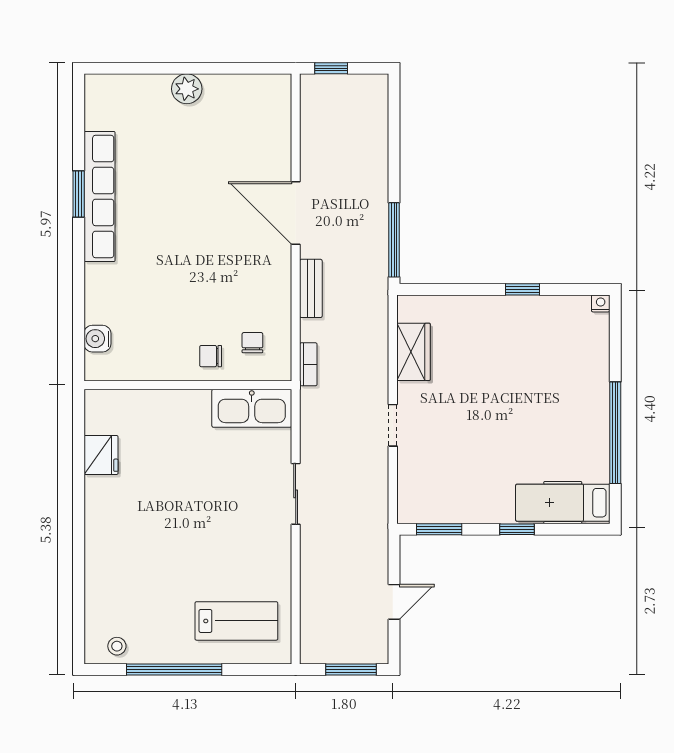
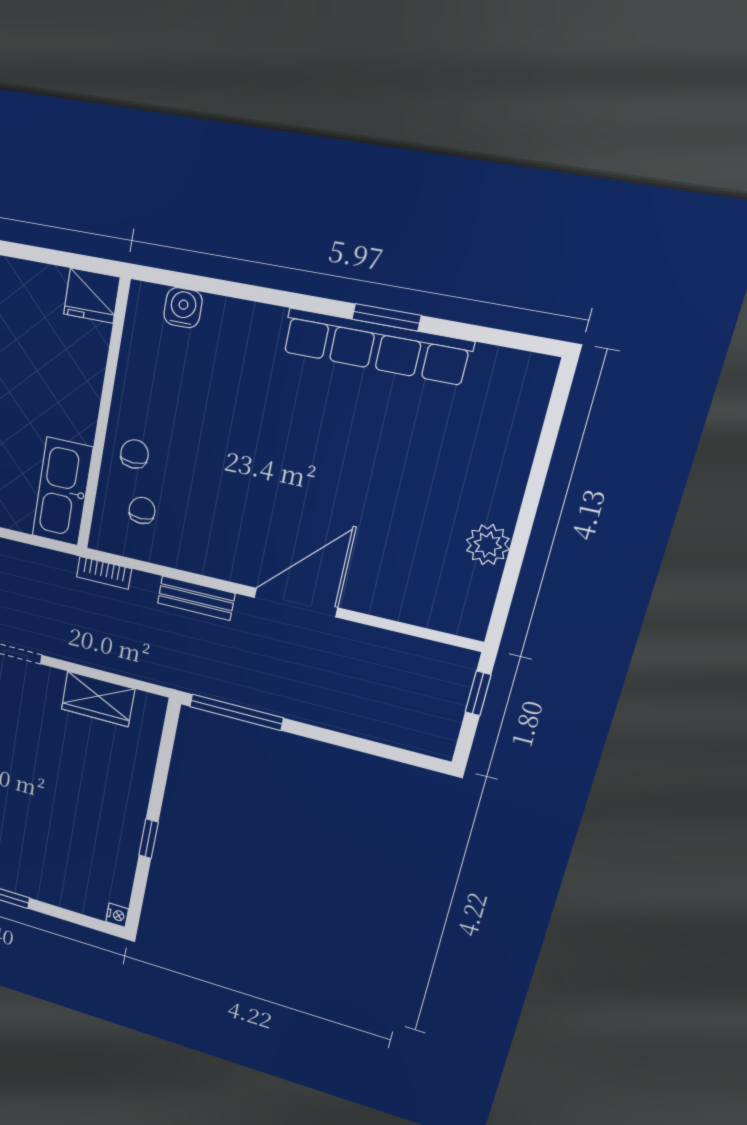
plant: (187, 89) -> (488, 545), moved
chair: (252, 343) -> (142, 511), turned -90
fridge: (101, 455) -> (92, 296), moved

